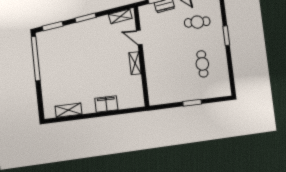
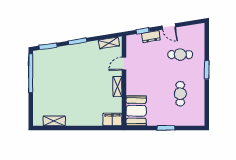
door: (139, 37) -> (124, 64), hinge flipped
booth: (158, 88) -> (136, 111), added
filing cabinet: (106, 104) -> (112, 120), moved

